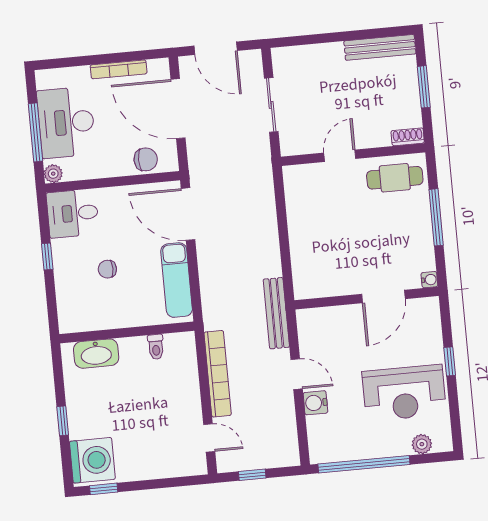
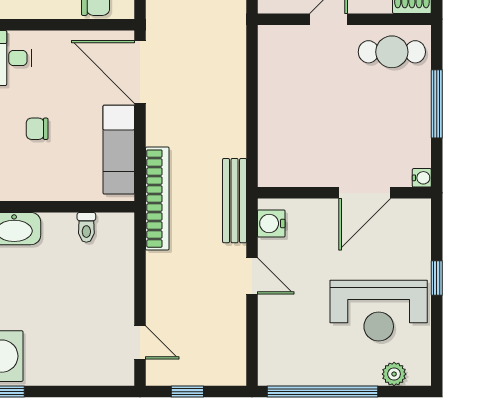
bookcase: (218, 374) -> (157, 199), moved
water cooler: (315, 403) -> (271, 223), moved

